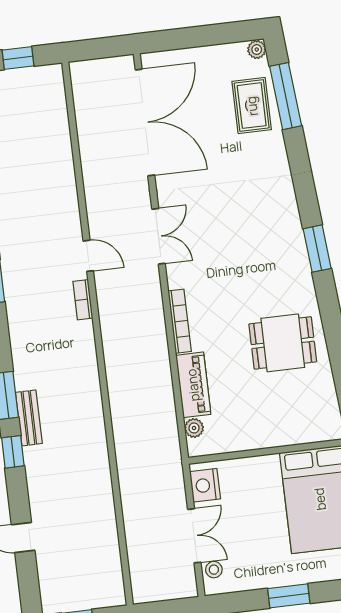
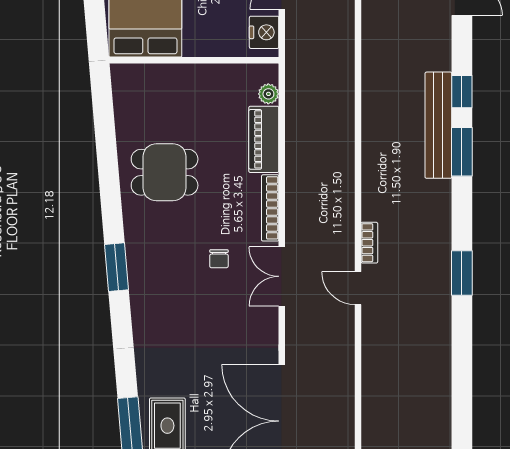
double door: (159, 236) -> (282, 276), moved
chair: (222, 268) -> (219, 259), added
bench: (29, 418) -> (438, 125), width x1.86, depth x1.21

